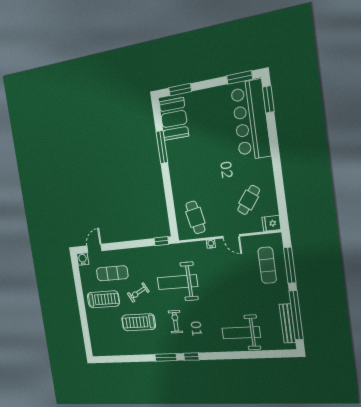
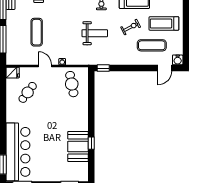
booth: (174, 119) -> (78, 147), moved
window: (162, 147) -> (91, 143), width x0.46
exercise mat: (267, 265) -> (37, 32), moved
weight bench: (177, 282) -> (95, 33), width x0.73, depth x0.75

